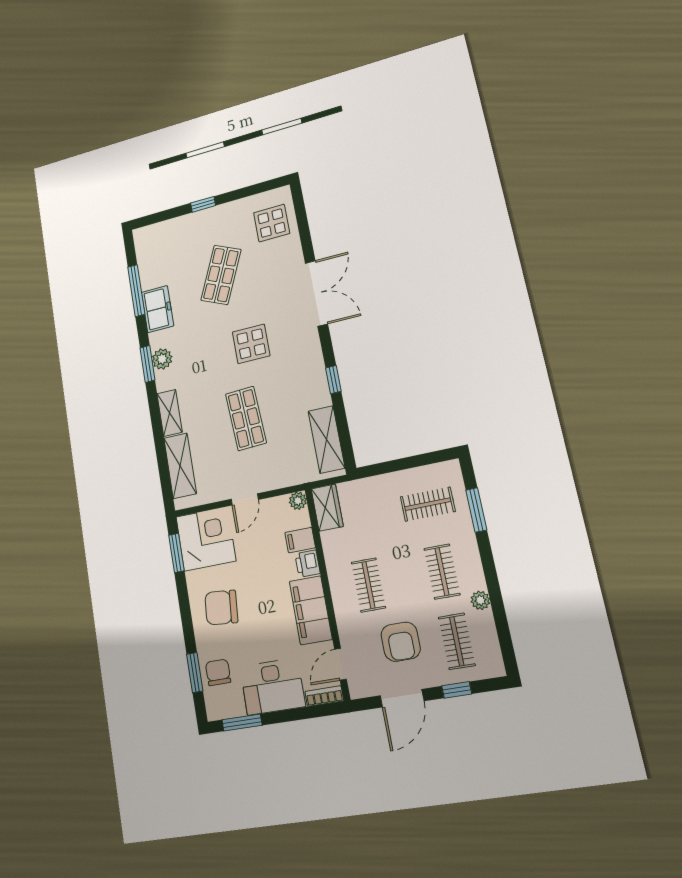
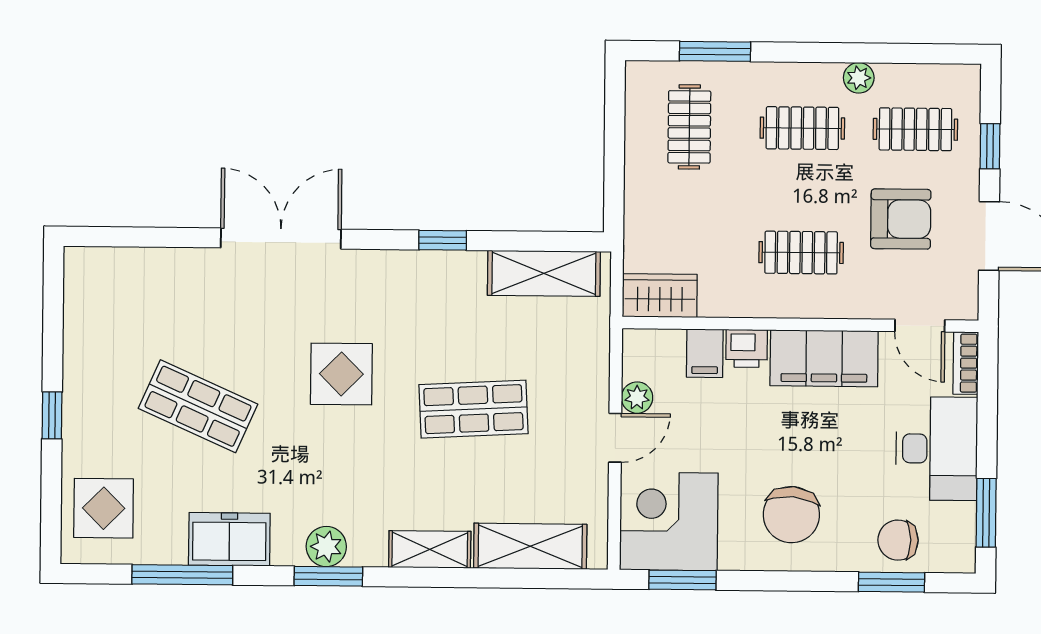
display table: (272, 223) -> (104, 508), moved
door: (245, 499) -> (615, 438), hinge flipped
plant: (298, 501) -> (637, 398), moved

